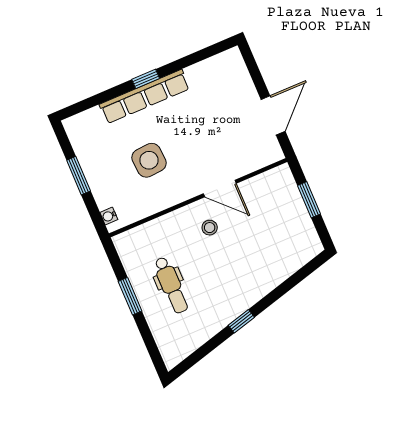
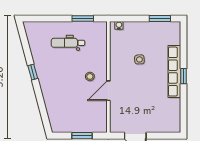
side table: (149, 160) -> (139, 59), width x0.54, depth x0.54
window: (79, 176) -> (160, 19), moved
window: (130, 296) -> (83, 19), moved

